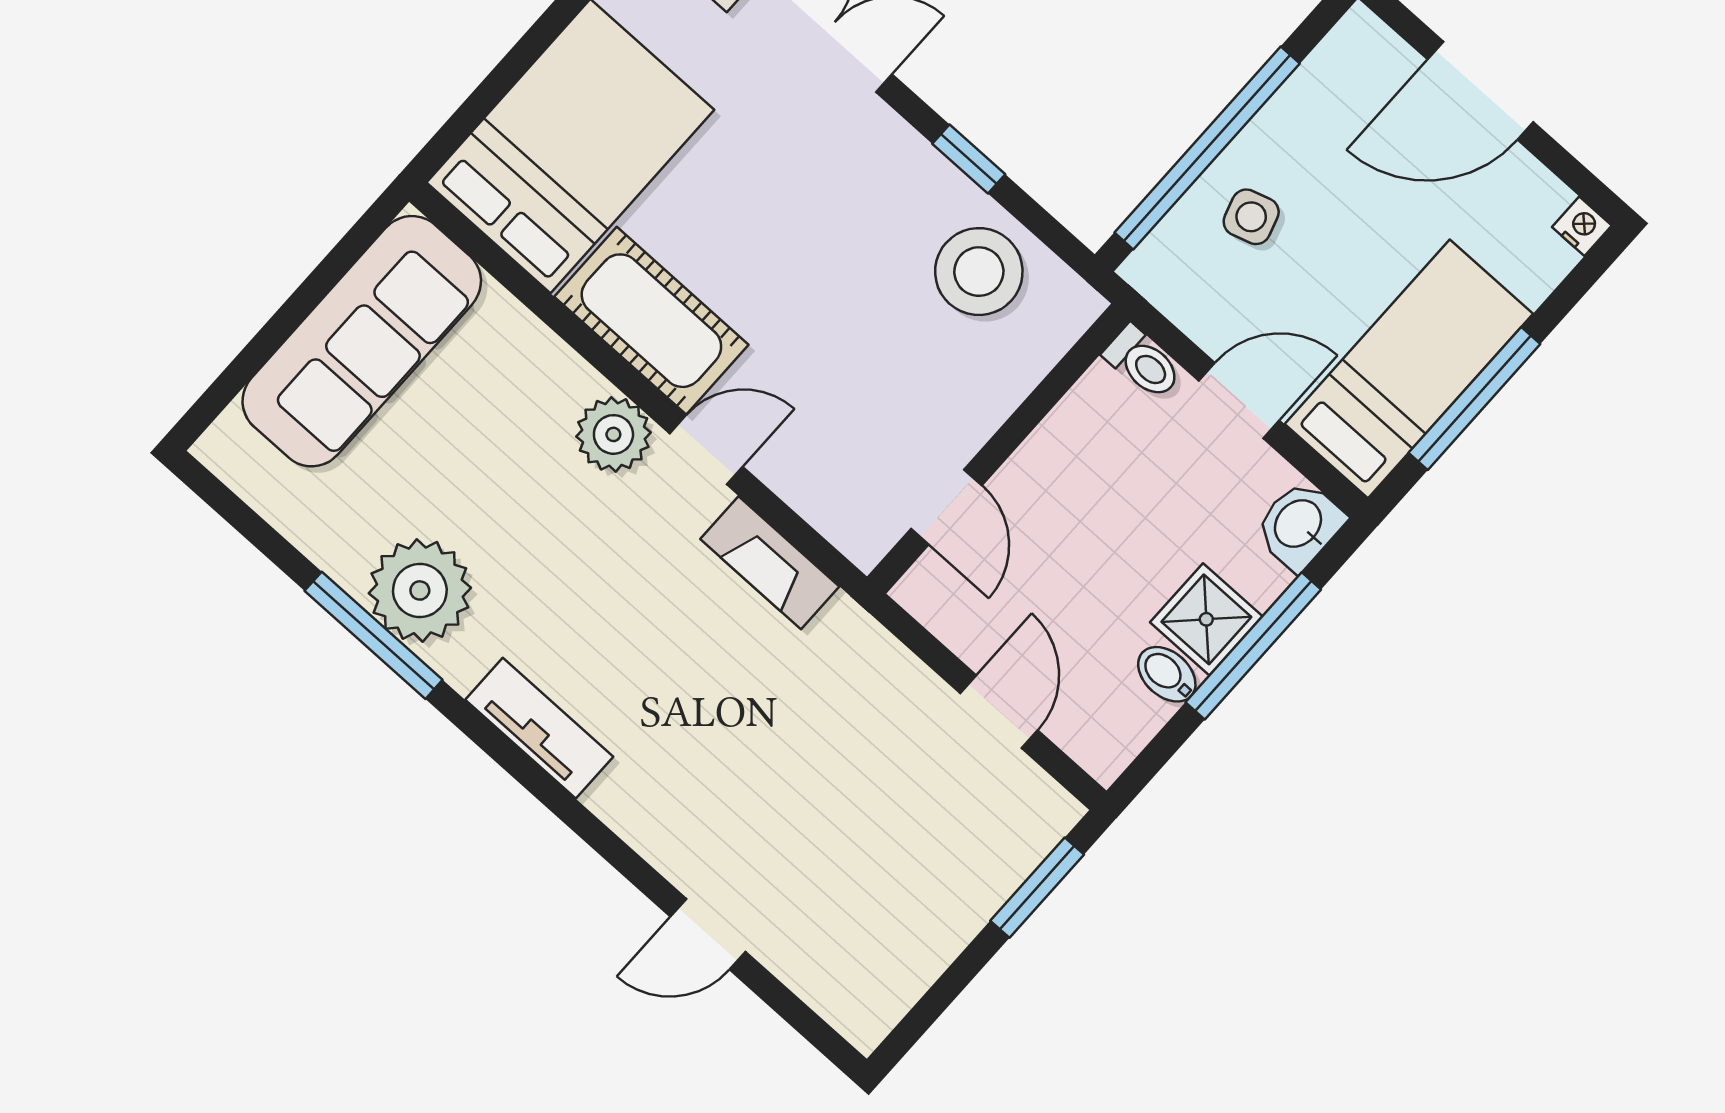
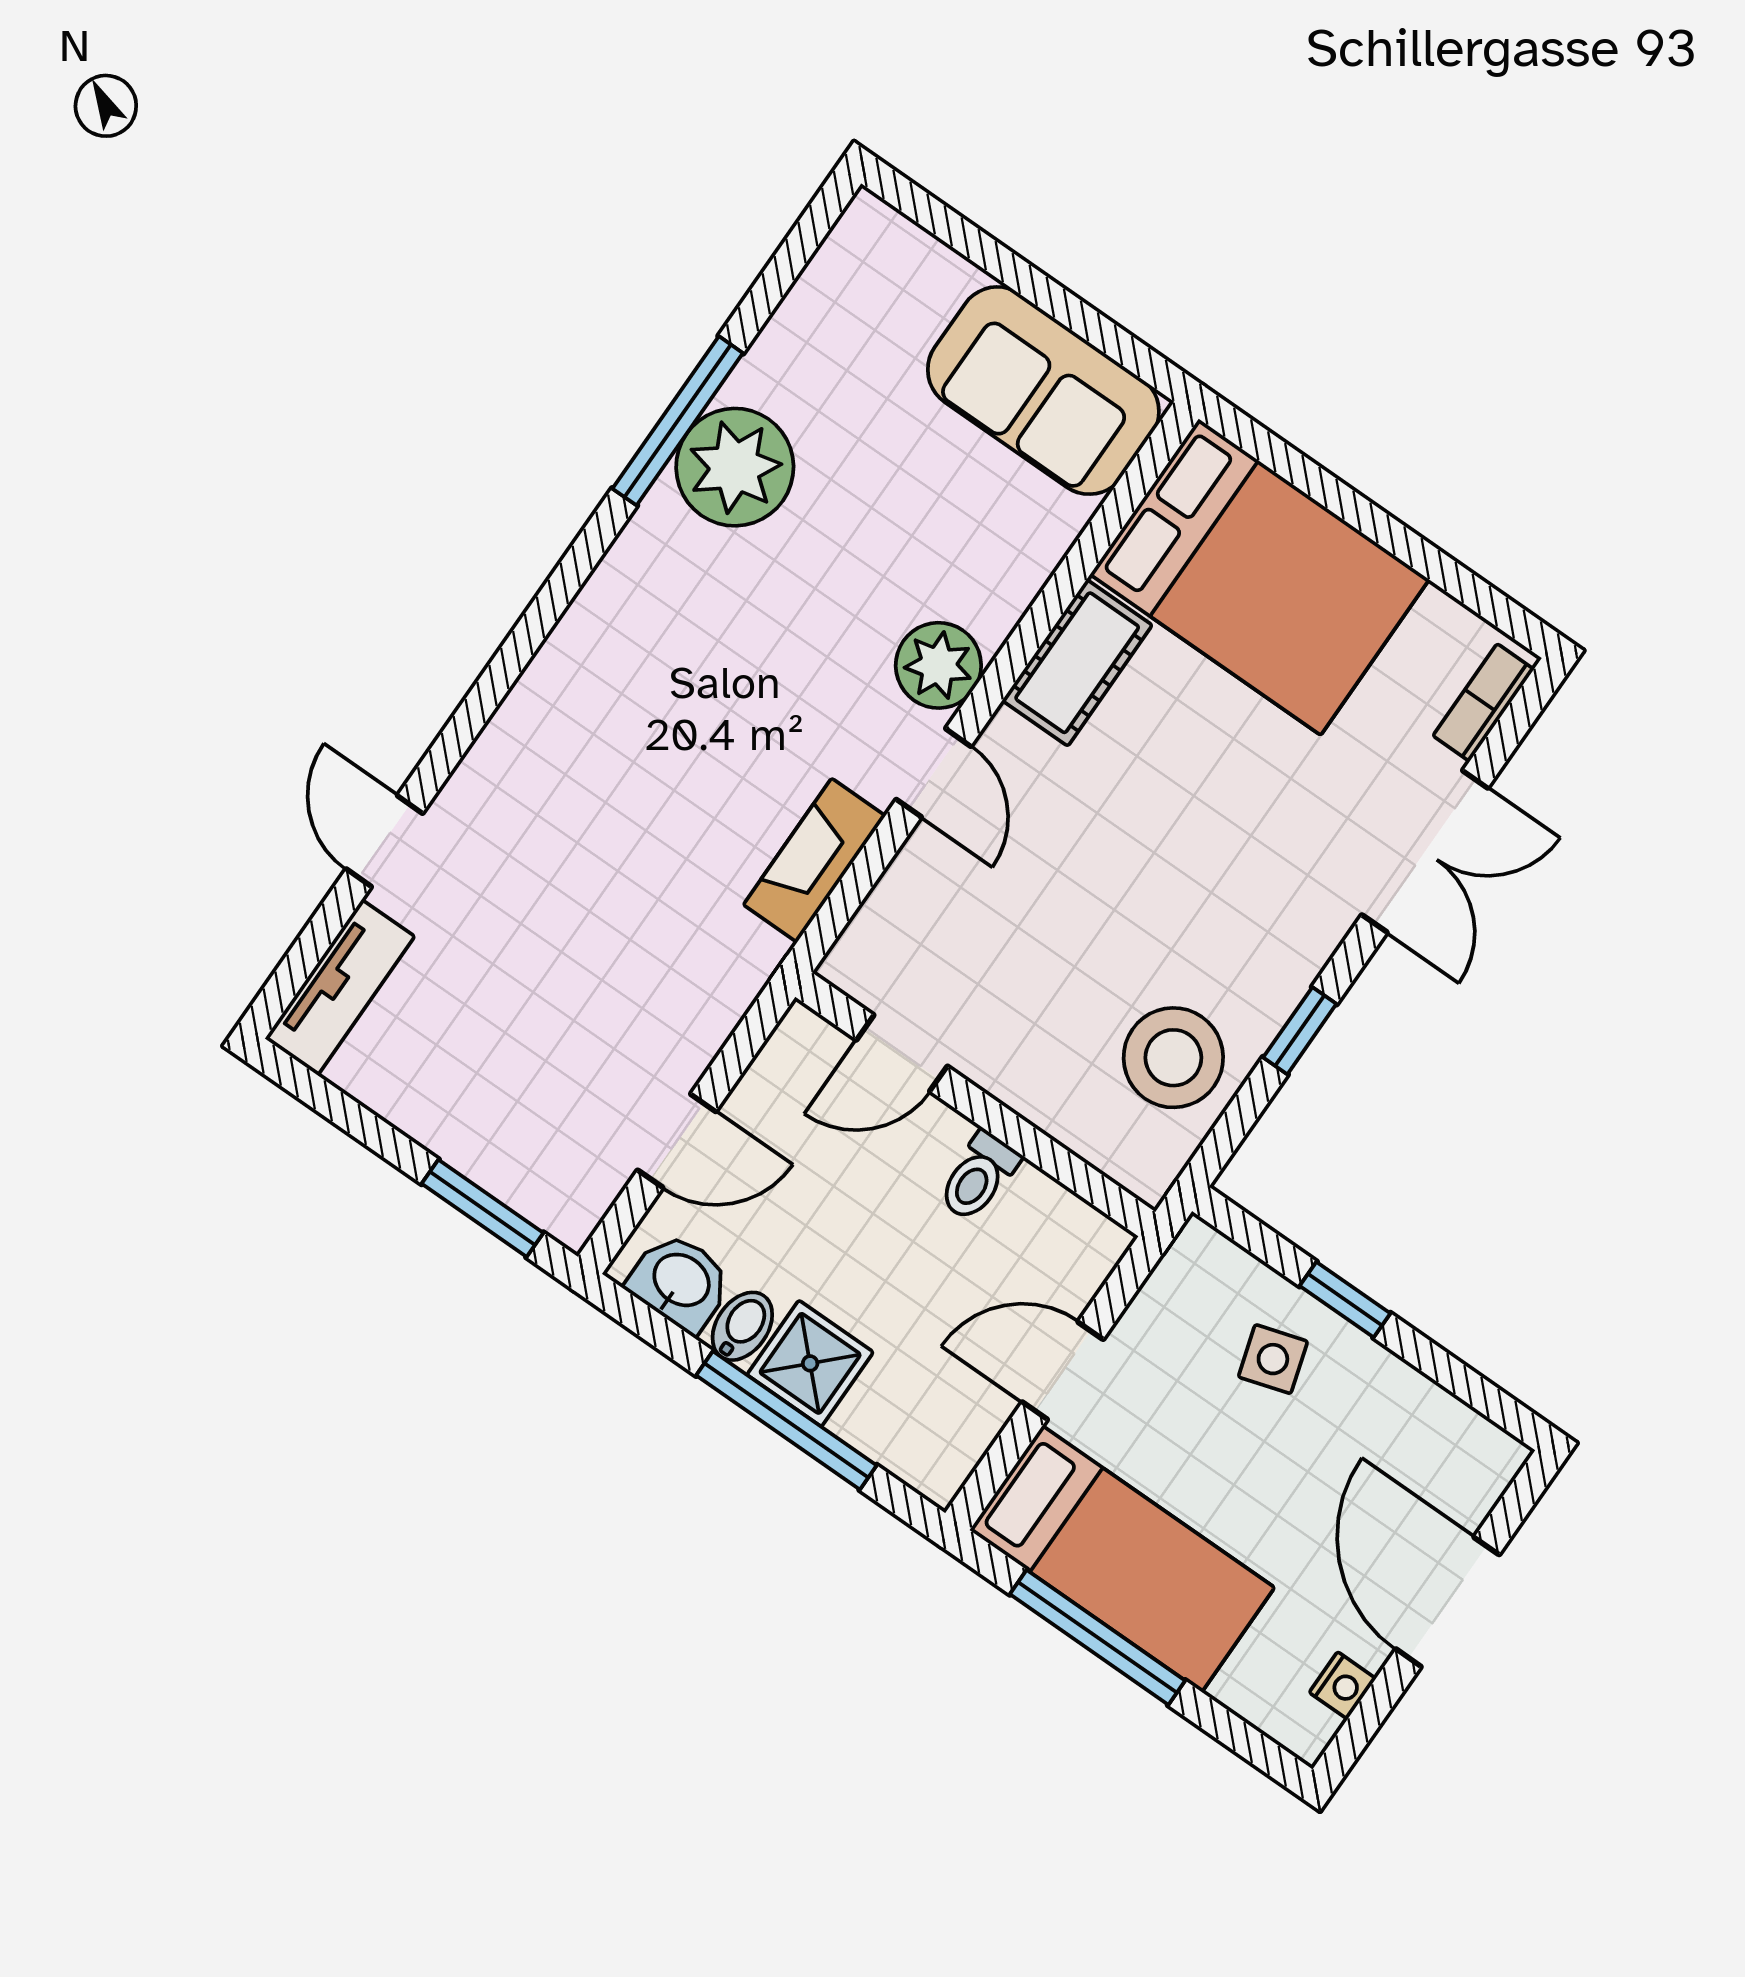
window: (1207, 148) -> (1345, 1300), width x0.32
nightstand: (1582, 226) -> (1343, 1685), moved
cot: (651, 321) -> (1077, 663), width x0.73, depth x0.75
sofa: (362, 341) -> (1043, 391), width x0.73
toilet: (1143, 363) -> (978, 1176), moved
door: (1239, 401) -> (1063, 1371), swing flipped
washbasin: (1299, 525) -> (680, 1282), moved
tv unit: (539, 728) -> (340, 987), moved

